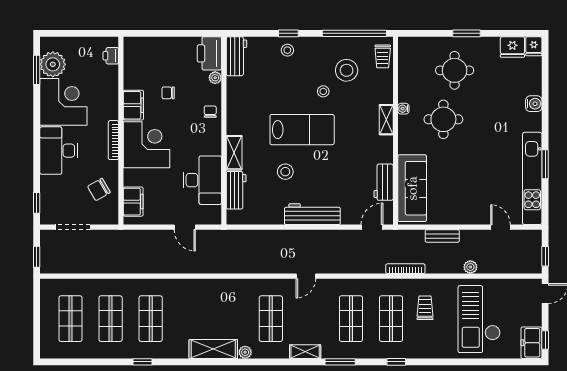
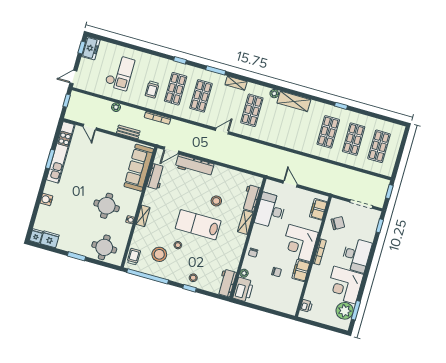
round table: (455, 70) -> (104, 247), moved
workbench: (312, 214) -> (195, 166), moved
checkout: (479, 319) -> (120, 73), width x0.73, depth x0.83

